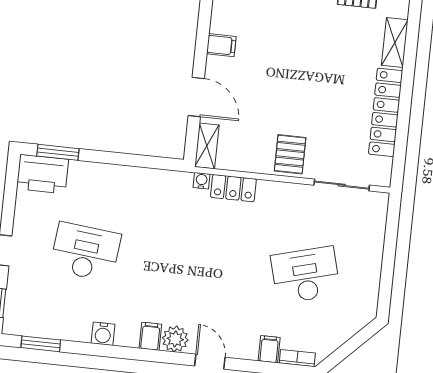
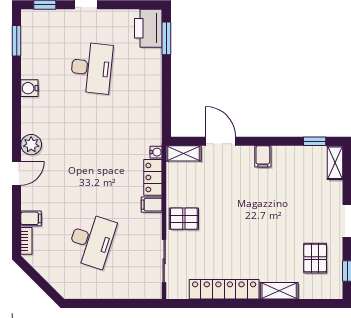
door: (196, 97) -> (221, 141), swing flipped
desk: (306, 275) -> (91, 240), turned 33
filing cabinet: (150, 336) -> (152, 205), moved, turned 180

